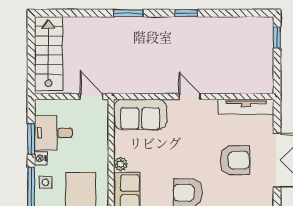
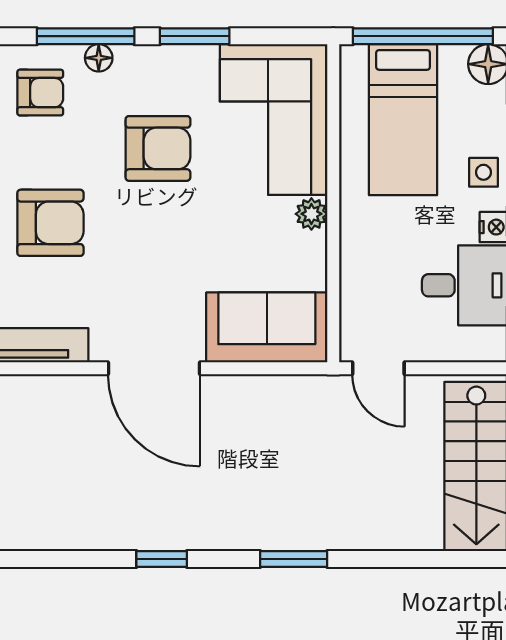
door: (190, 97) -> (154, 368), width x1.88
armchair: (235, 160) -> (50, 223), turned 180

